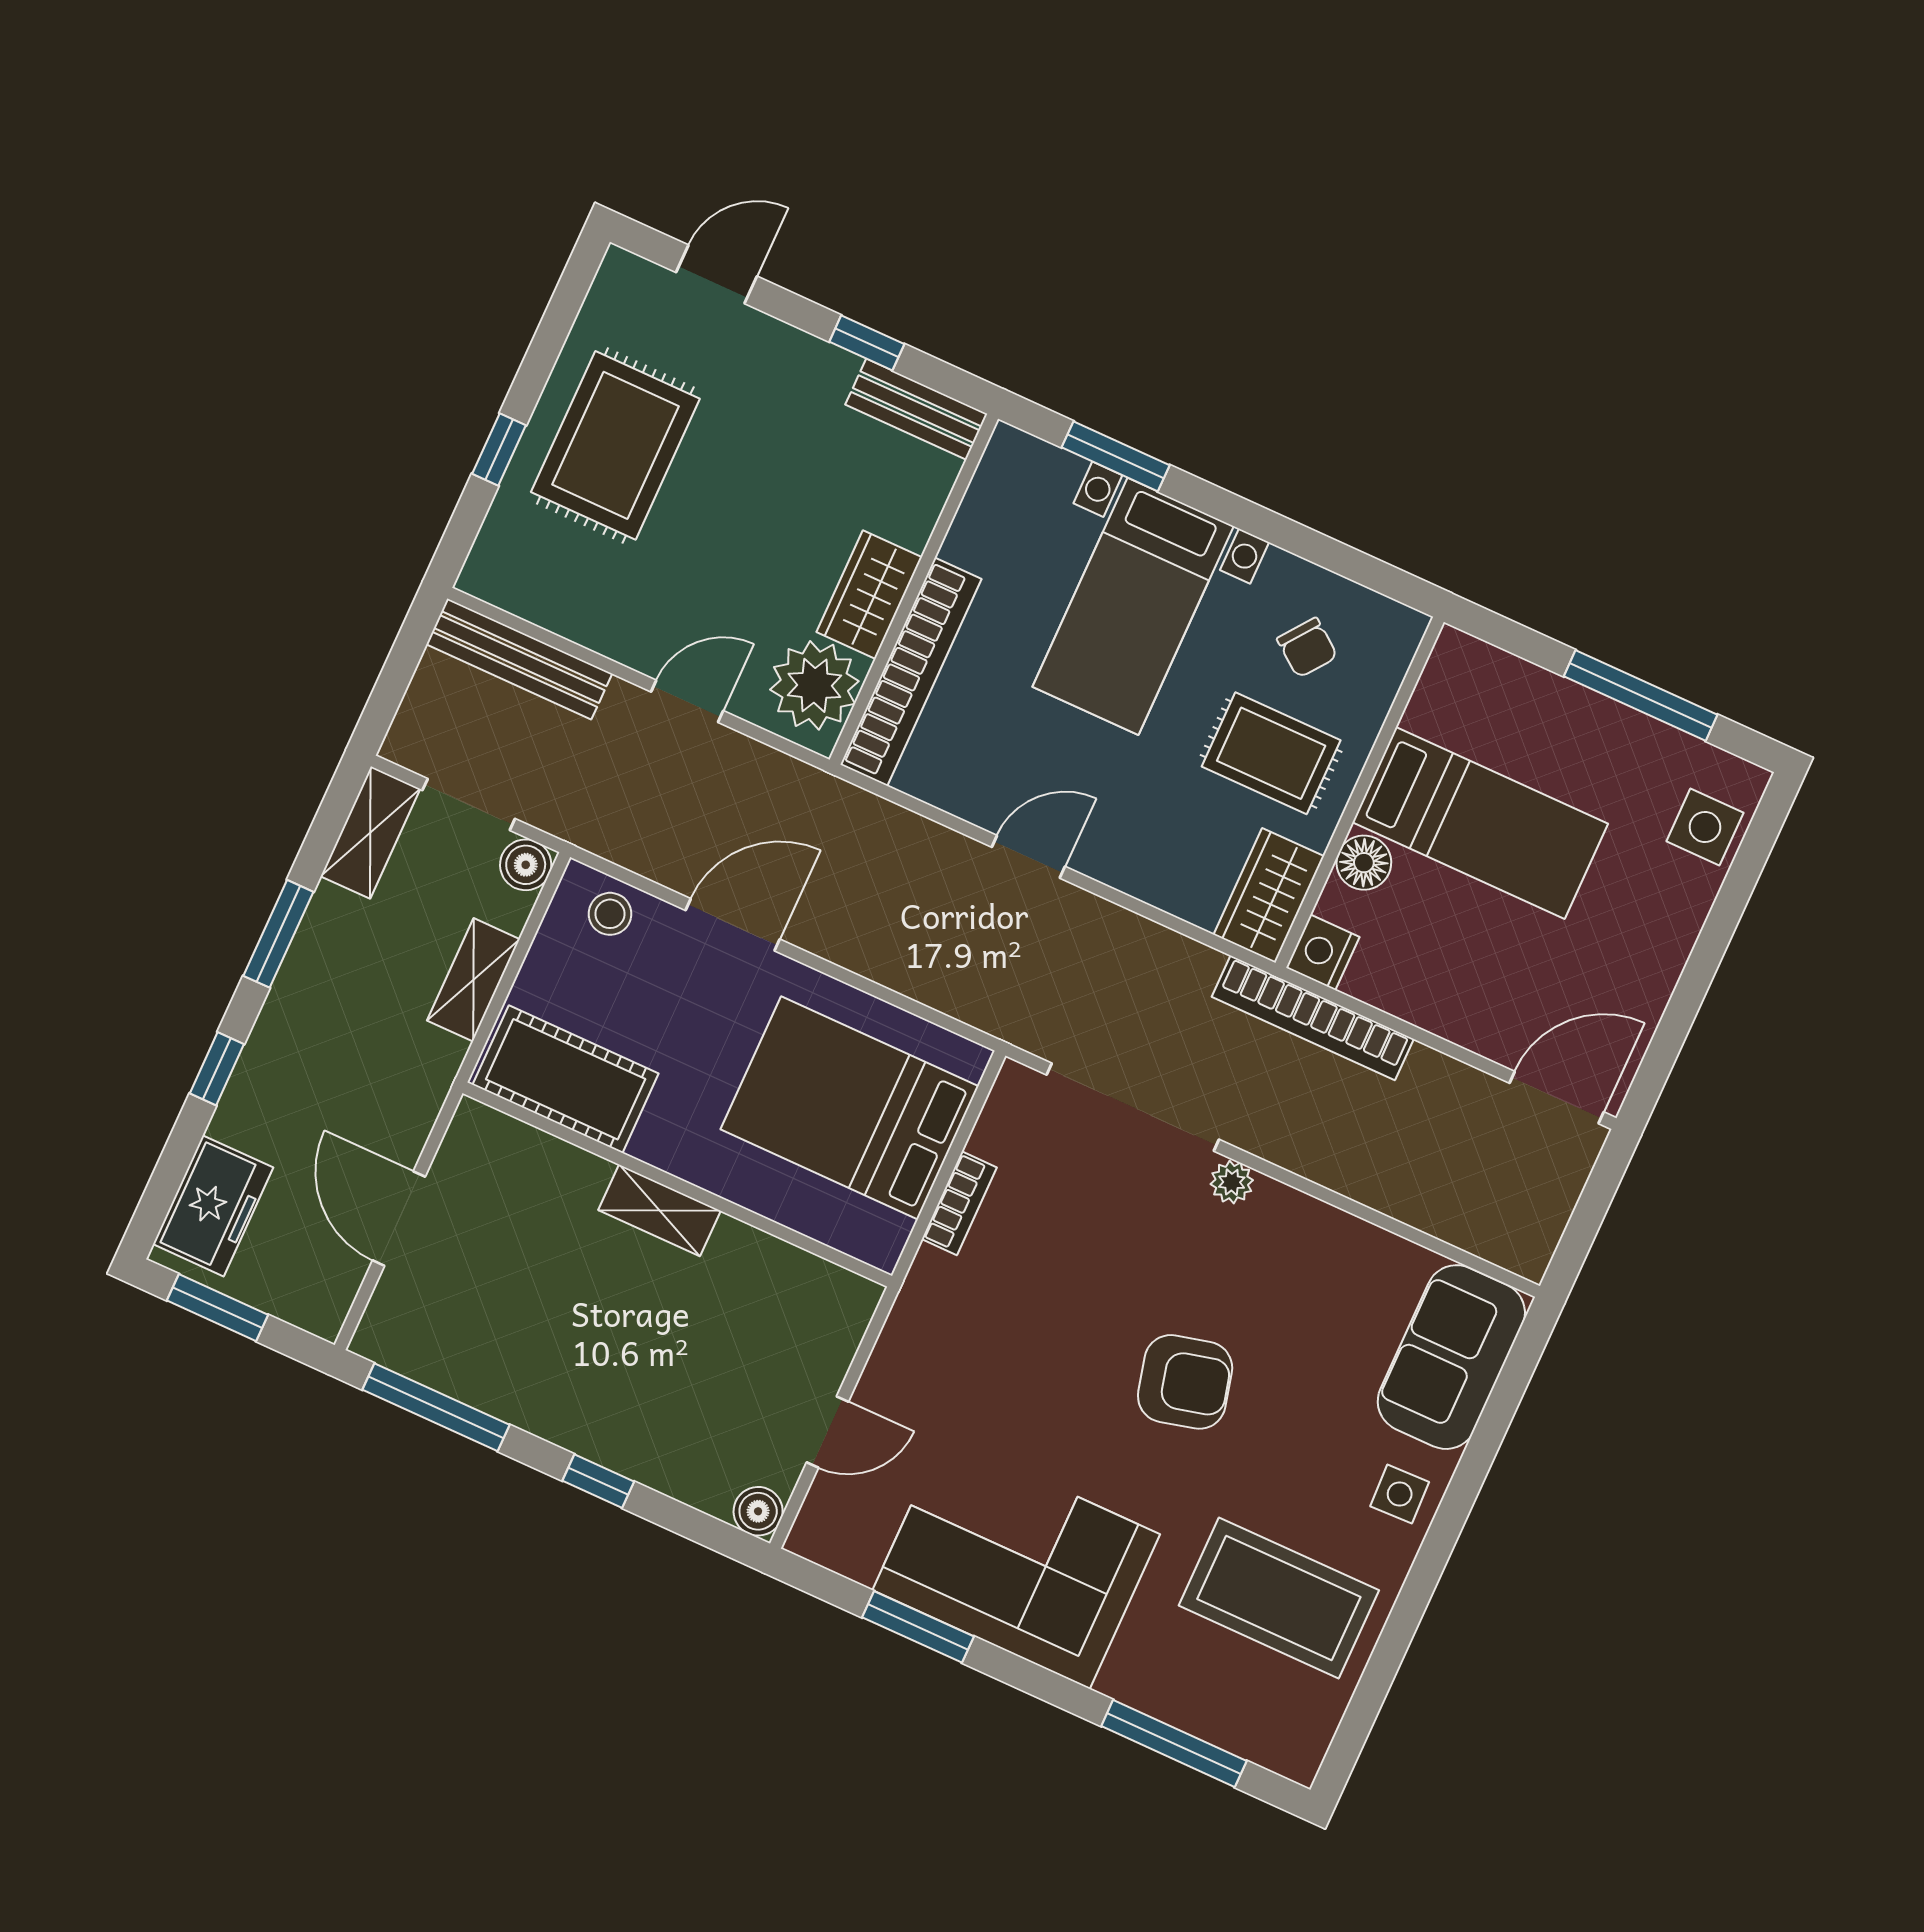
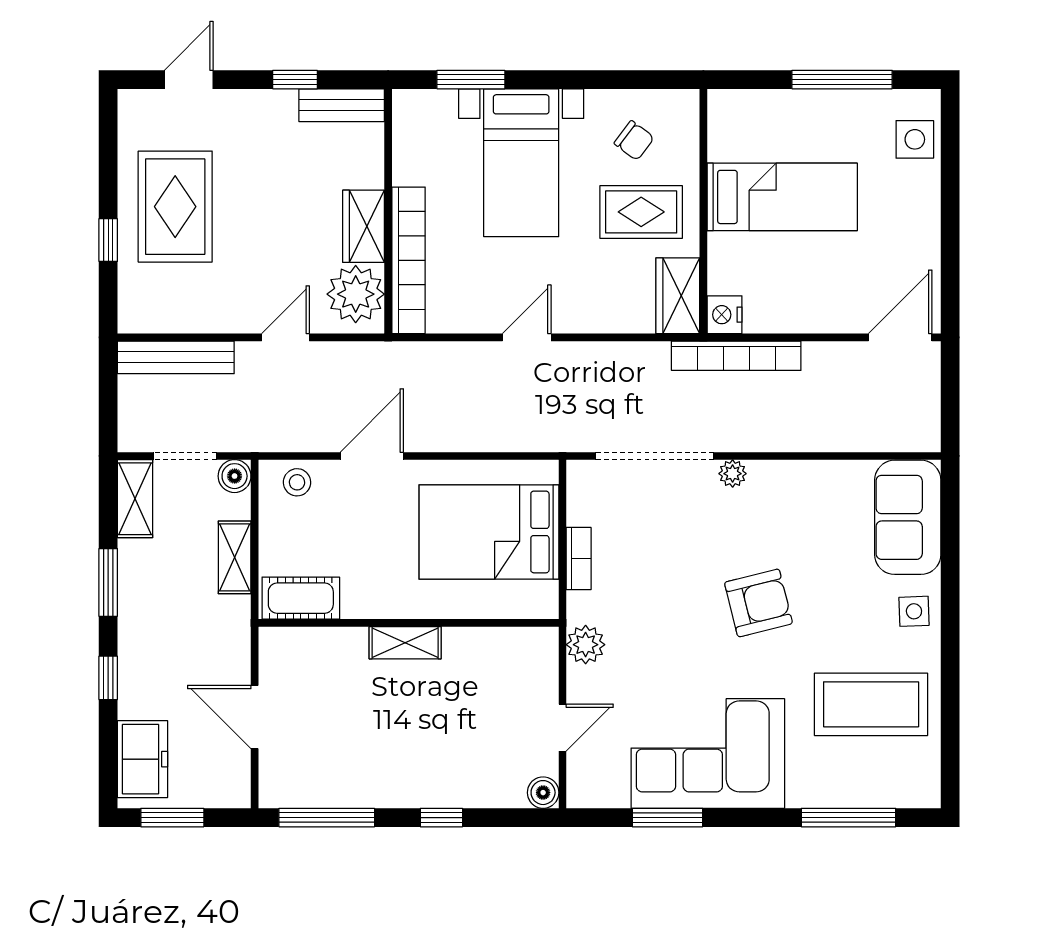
floor lamp: (1364, 863) -> (725, 251), removed
cot: (566, 1079) -> (301, 598), width x0.73, depth x0.75
plant: (914, 1329) -> (586, 645), added

